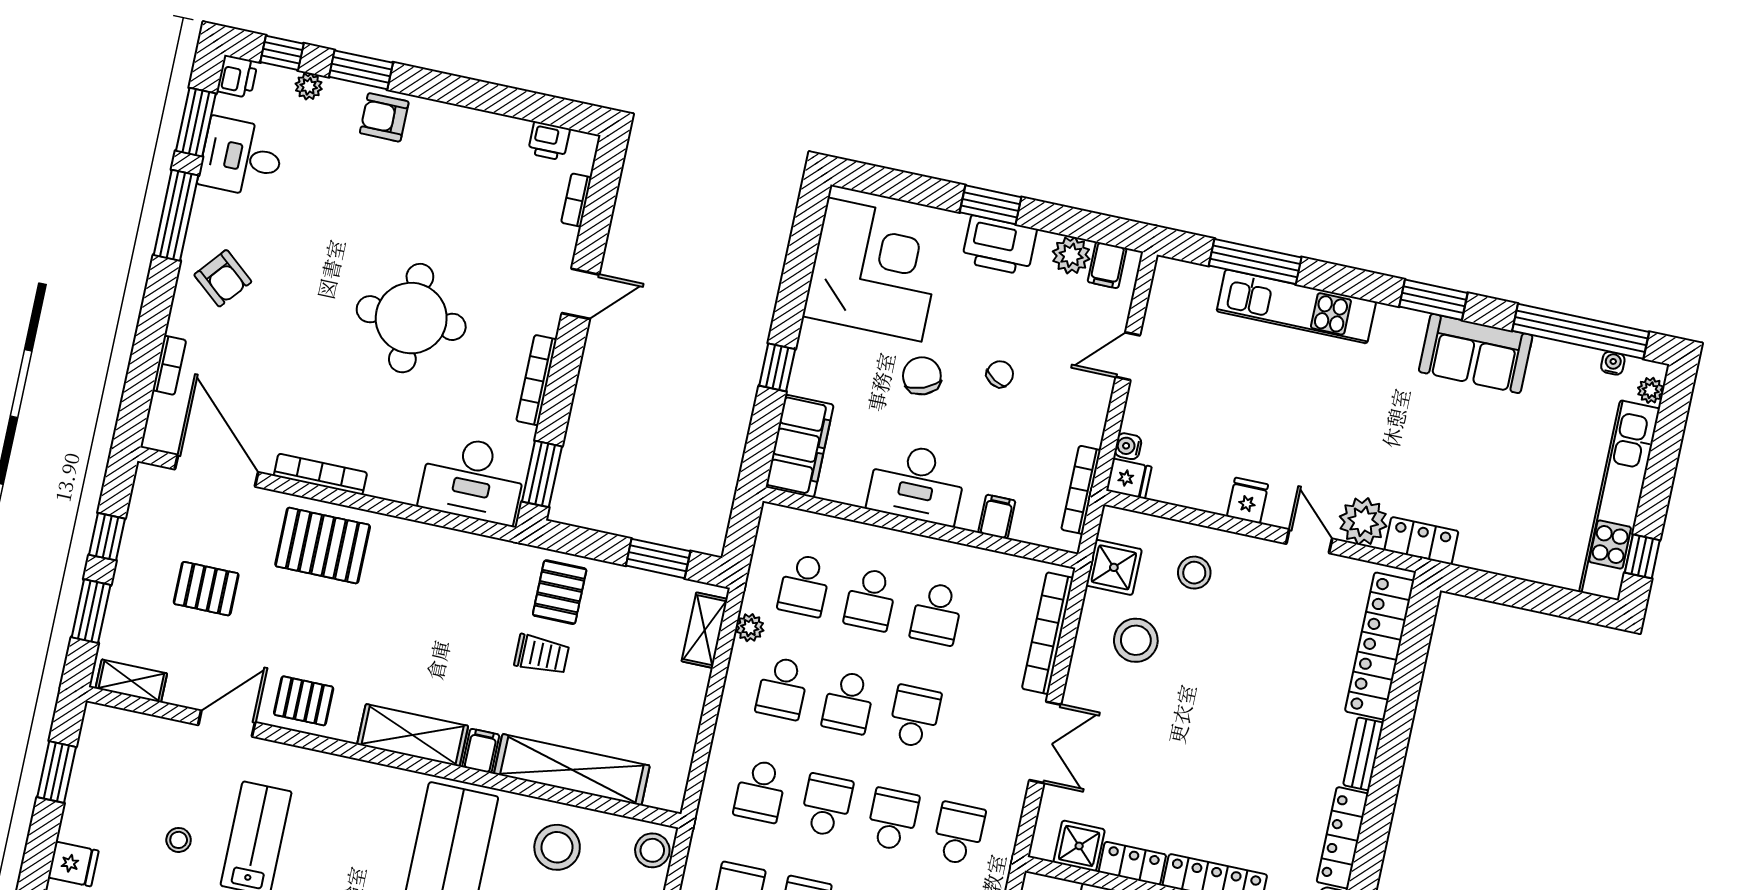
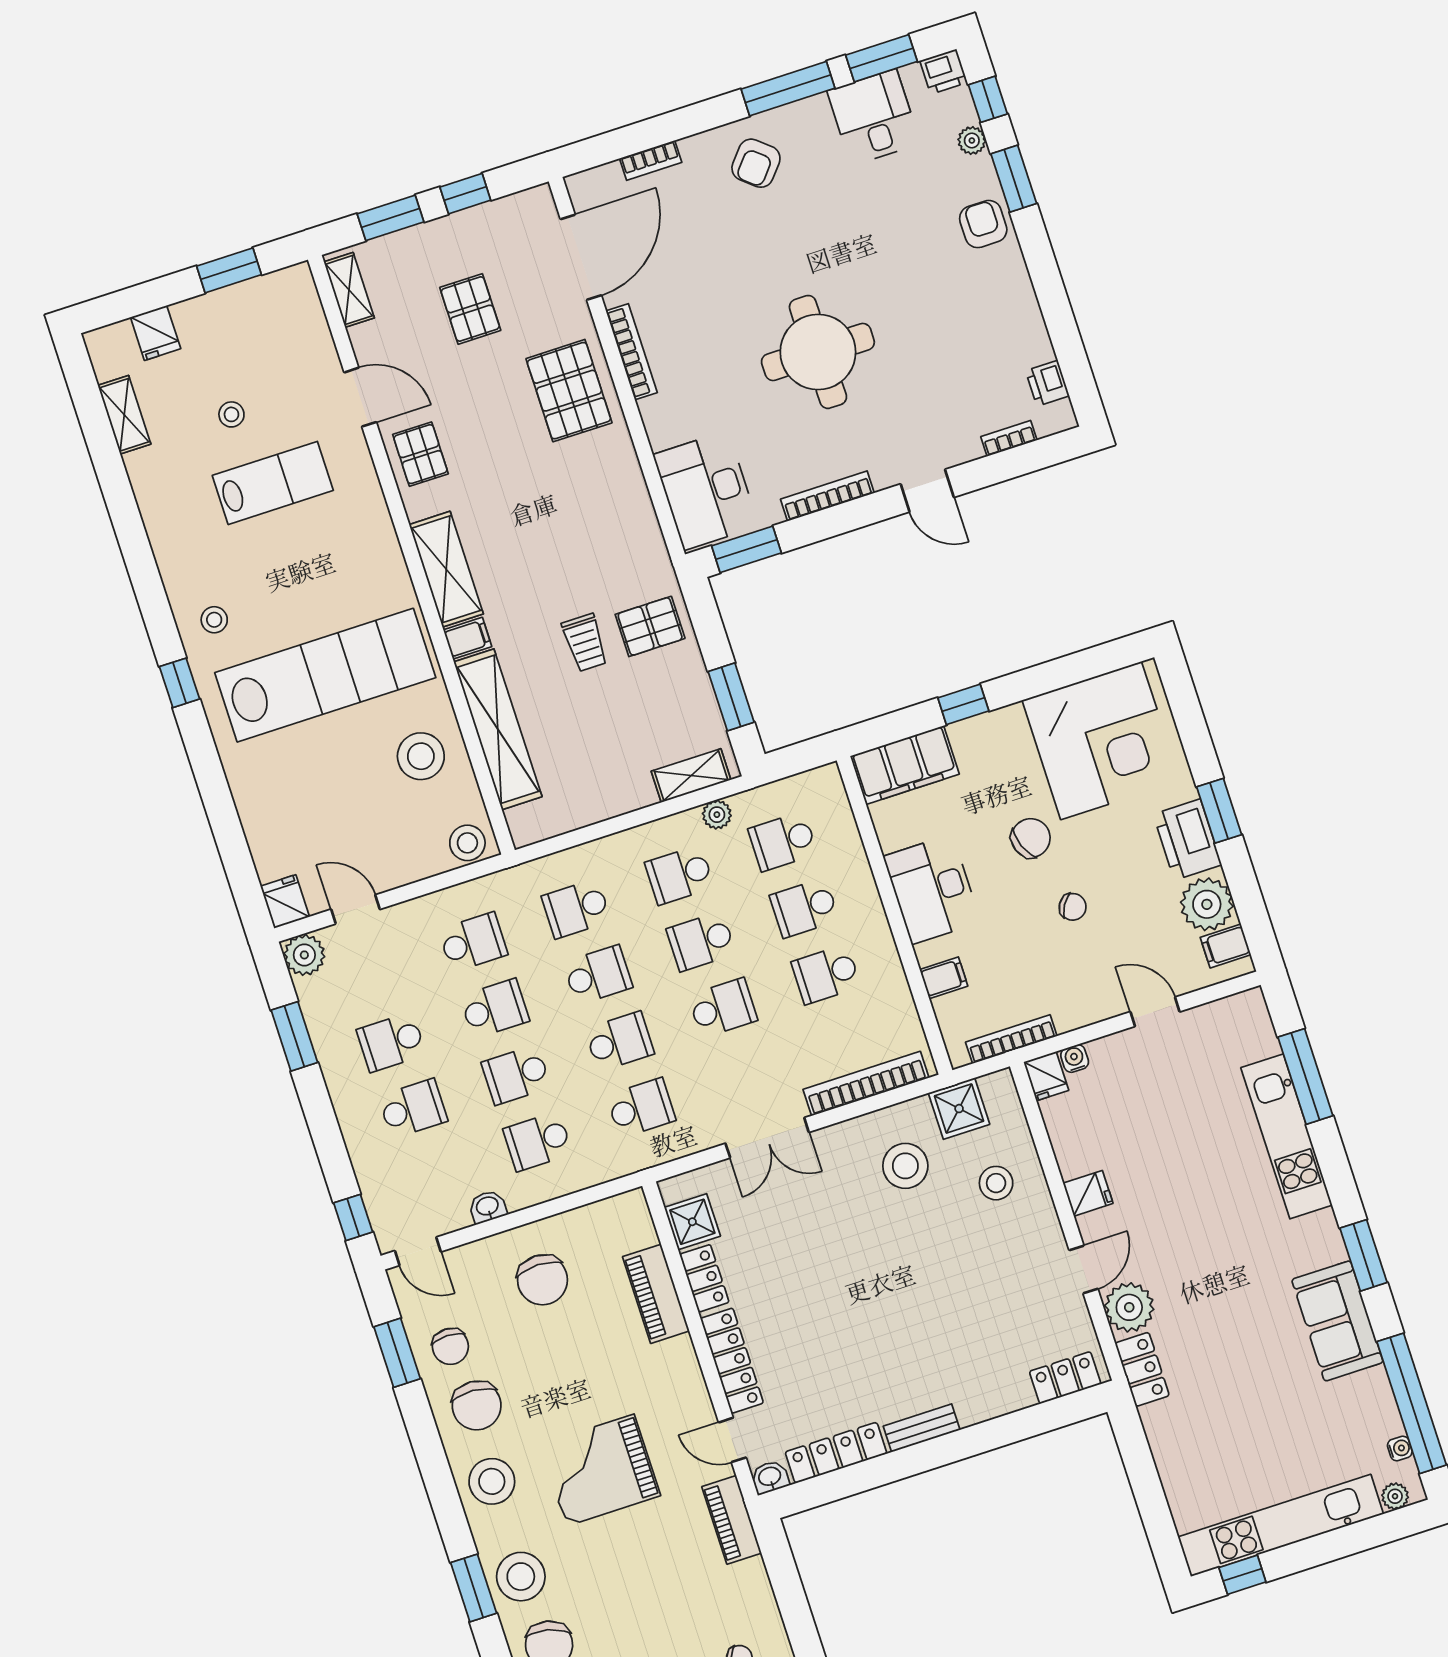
plant: (1071, 255) -> (1207, 904), width x1.36, depth x1.36
locker: (1380, 646) -> (1065, 1378), width x0.46, depth x0.83

